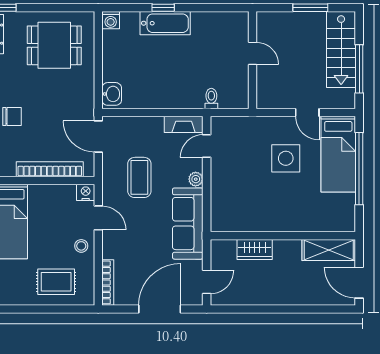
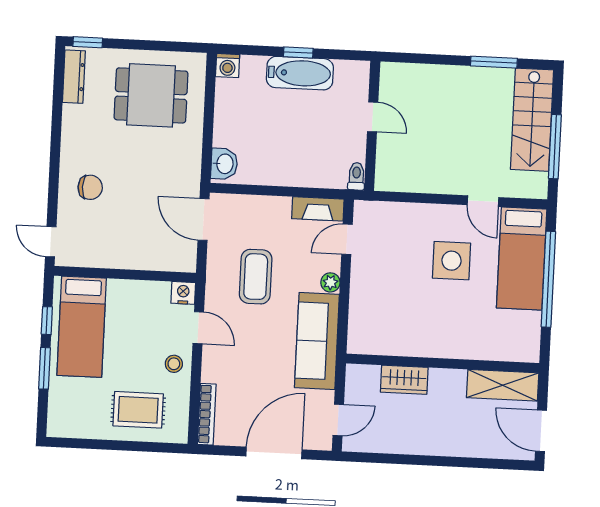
door: (253, 53) -> (373, 117), moved
wall: (253, 60) -> (372, 126), moved
bookcase: (50, 169) -> (137, 260), removed

